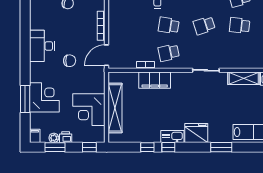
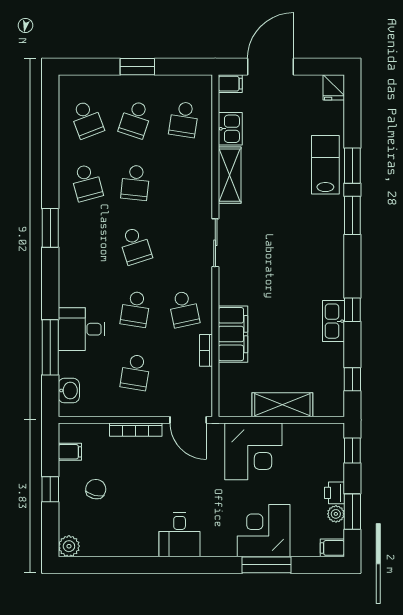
school desk: (133, 25) -> (135, 372), added
desk: (42, 46) -> (180, 535), width x0.73
chair: (70, 61) -> (198, 486), removed
shelving: (115, 108) -> (282, 405), width x0.68
corner desk: (89, 110) -> (253, 451), moved
fridge: (196, 133) -> (327, 260), removed
kitchen sink: (172, 137) -> (334, 321), moved
window: (147, 147) -> (352, 379), moved
window: (249, 147) -> (352, 166), added

